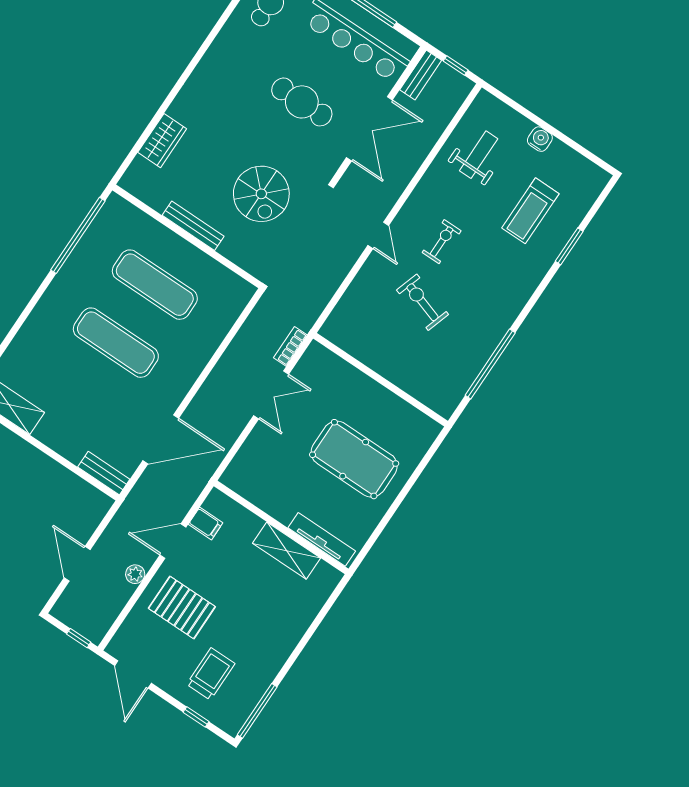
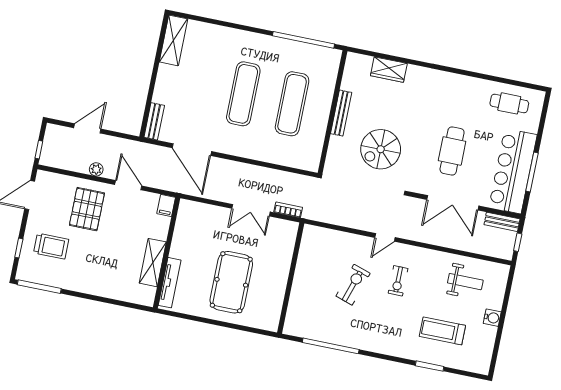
exercise bike: (442, 242) -> (398, 281), turned 90
filing cabinet: (206, 523) -> (166, 205), moved

